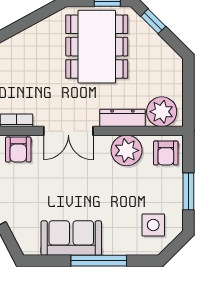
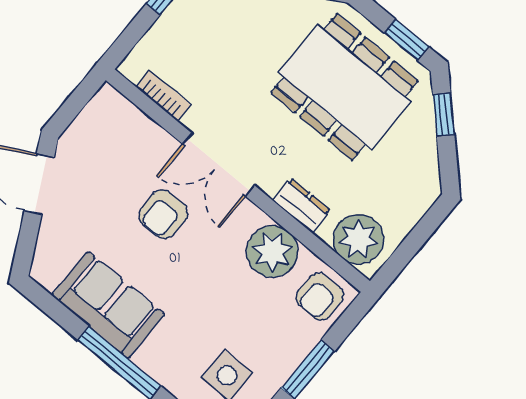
dining table: (97, 47) -> (345, 87), turned 90
dresser: (122, 118) -> (302, 205), width x0.70
armchair: (18, 150) -> (163, 214), moved

